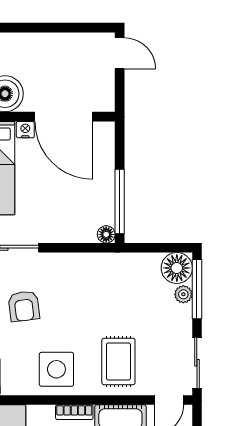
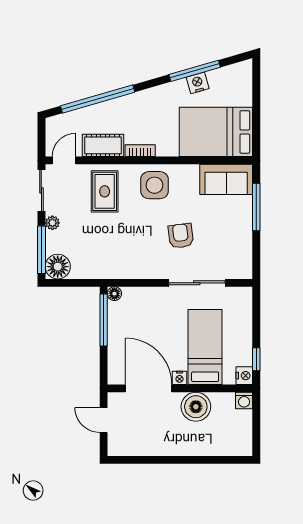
door: (120, 53) -> (104, 420), moved
plant: (183, 294) -> (52, 223), moved

